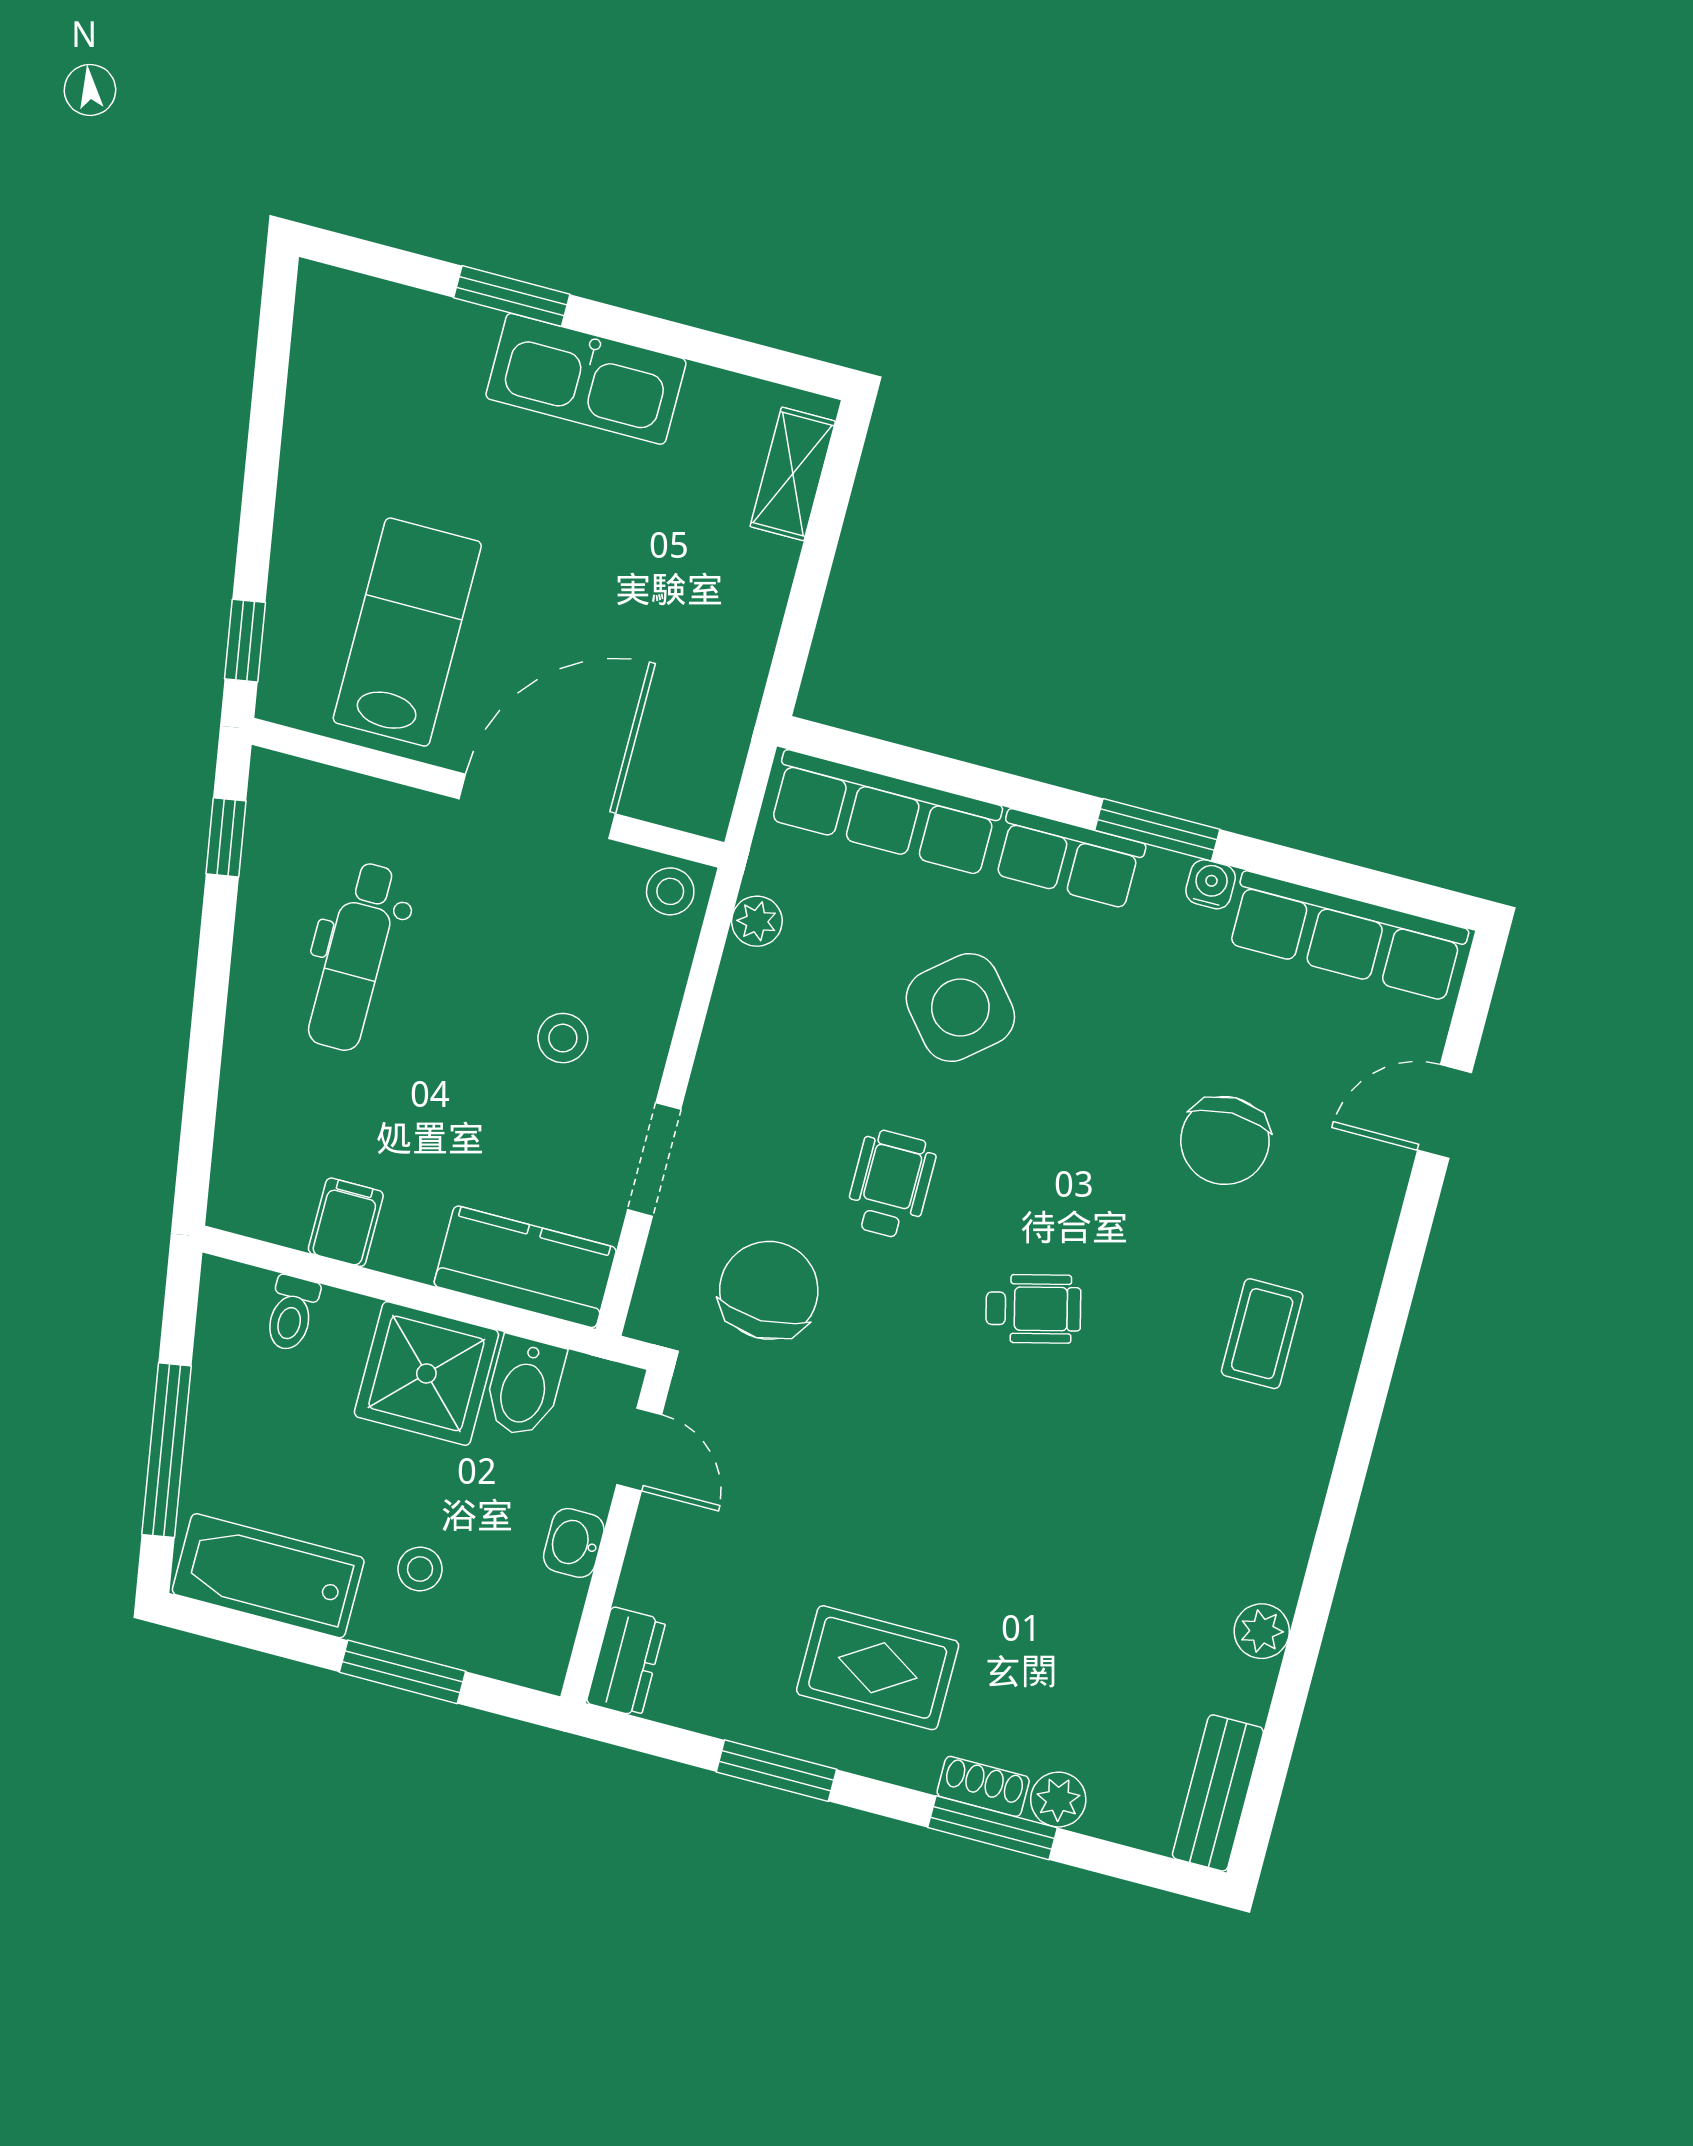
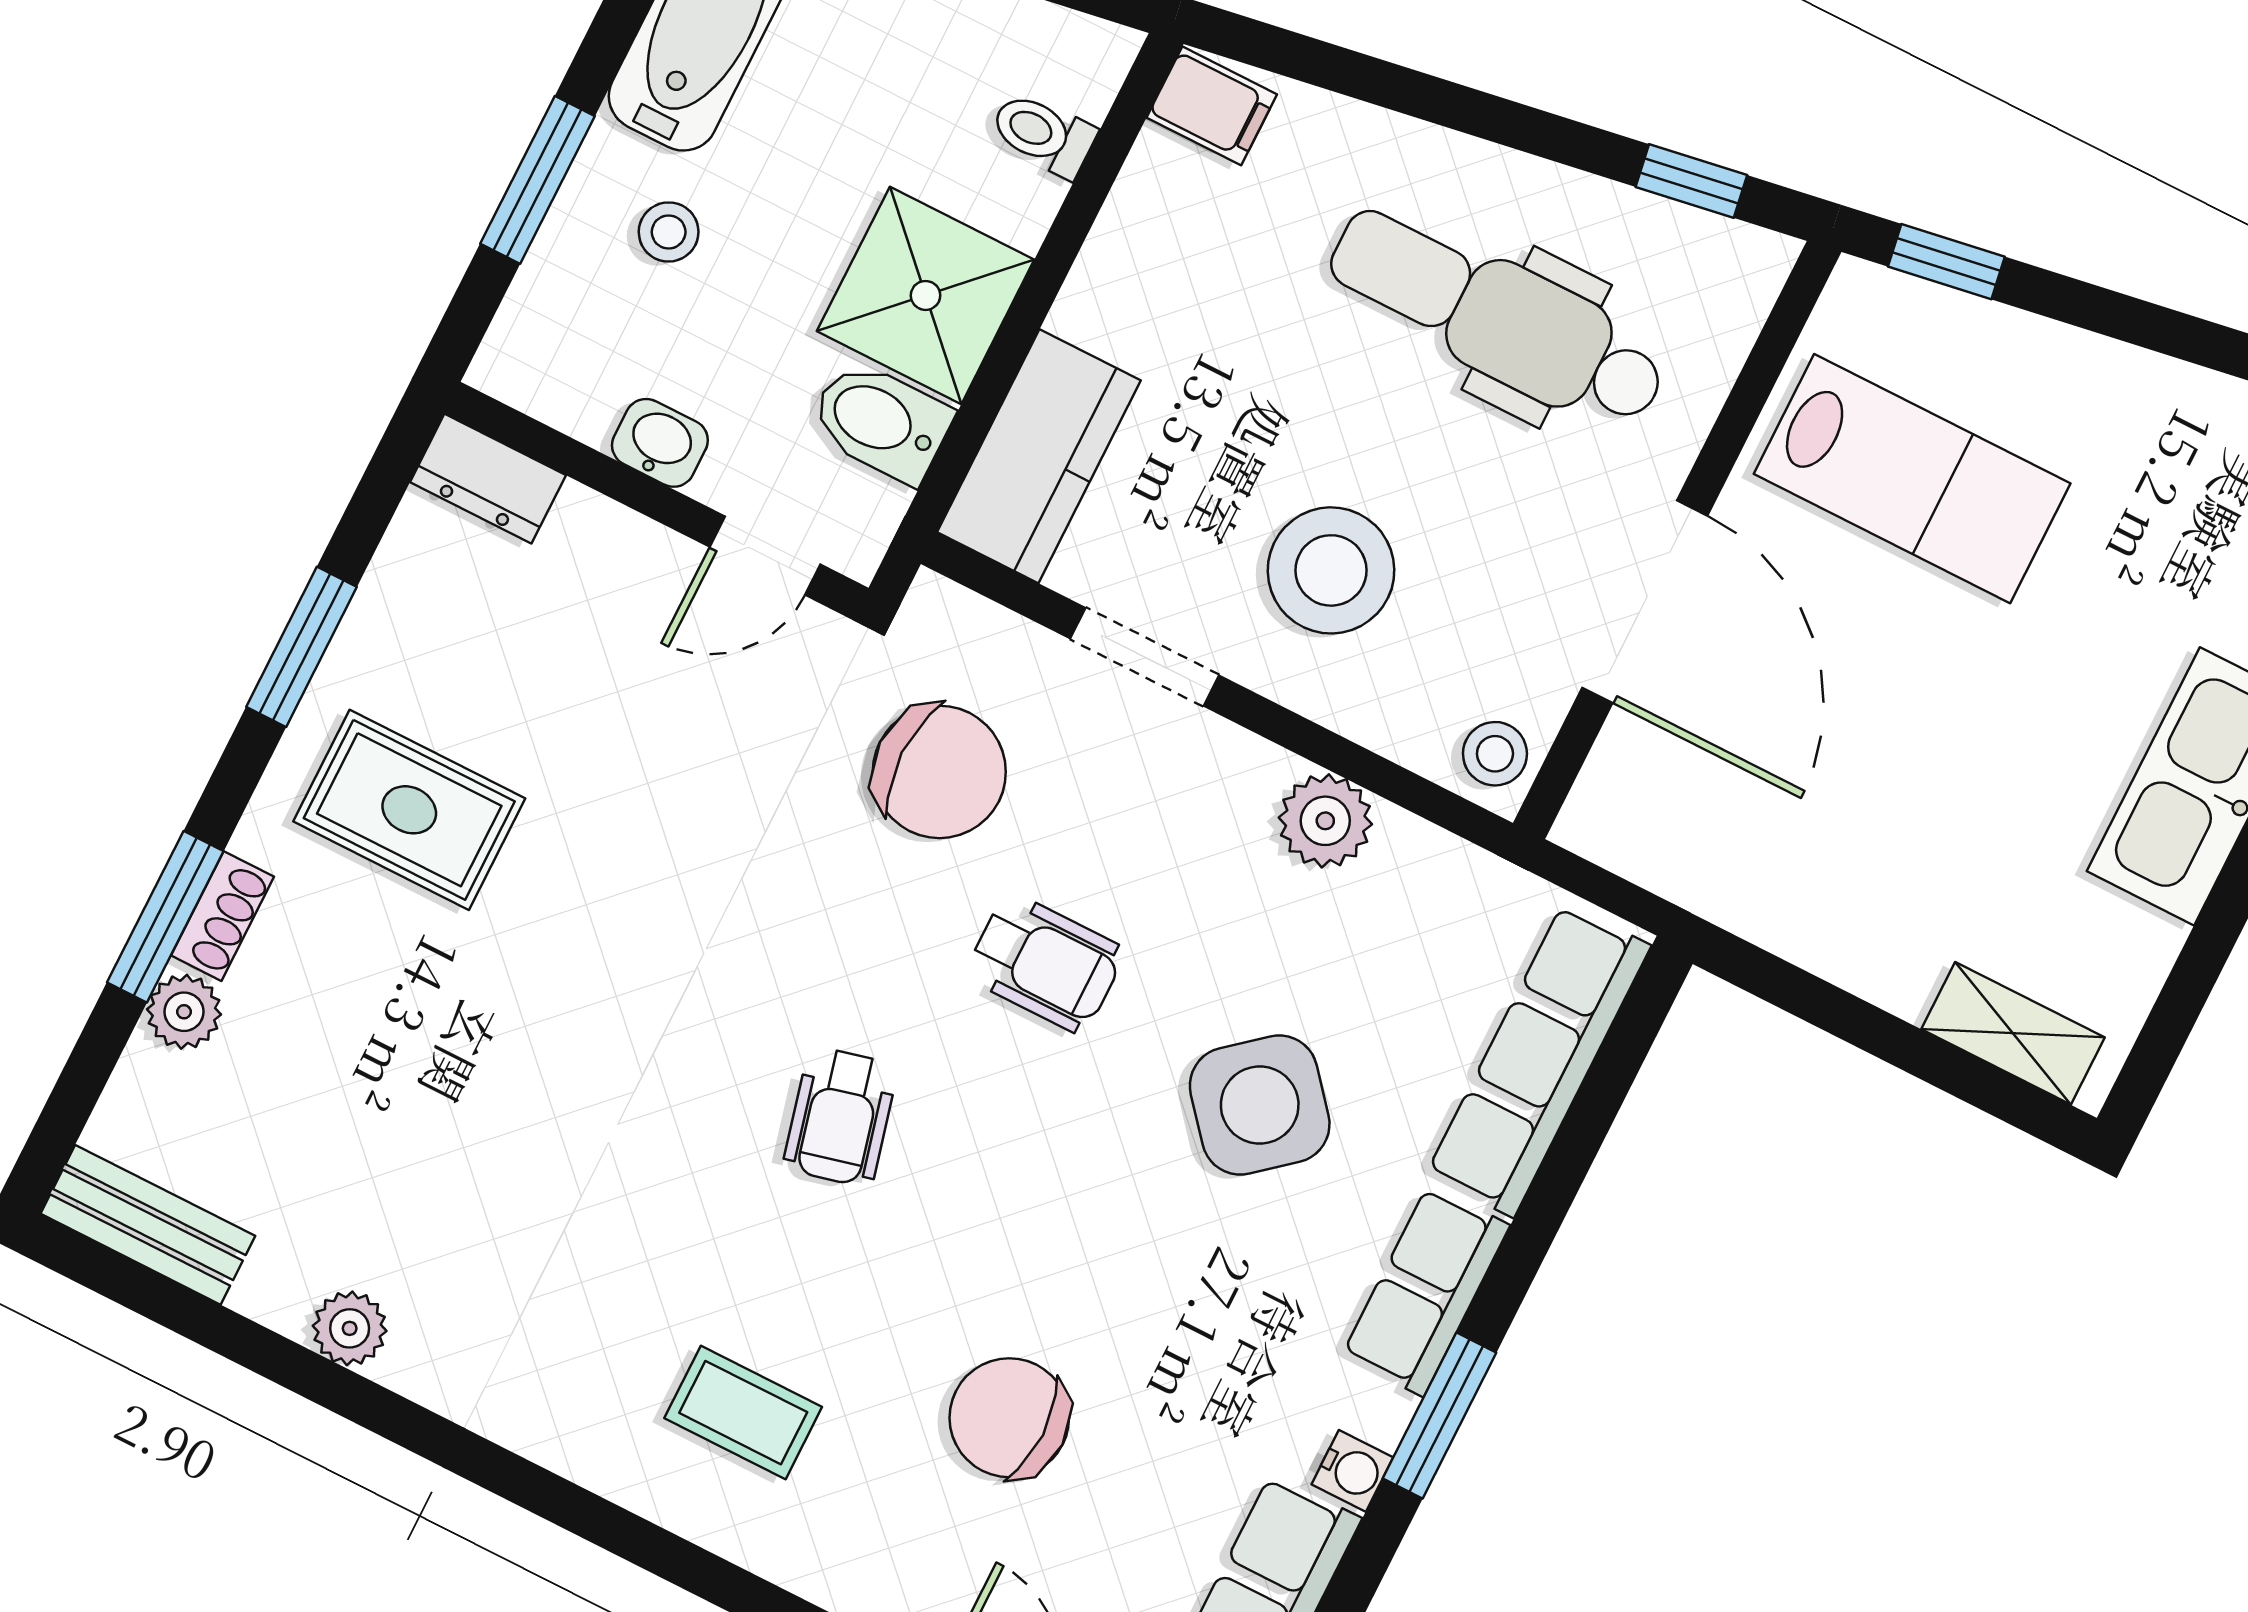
plant: (757, 921) -> (1325, 821), moved, width x1.38, depth x1.38
dental chair: (354, 956) -> (1498, 318), width x1.36, depth x1.38
stool: (563, 1038) -> (1331, 570), width x1.89, depth x1.89
filing cabinet: (346, 1222) -> (1212, 106), moved
rug: (878, 1668) -> (409, 810), turned 90

